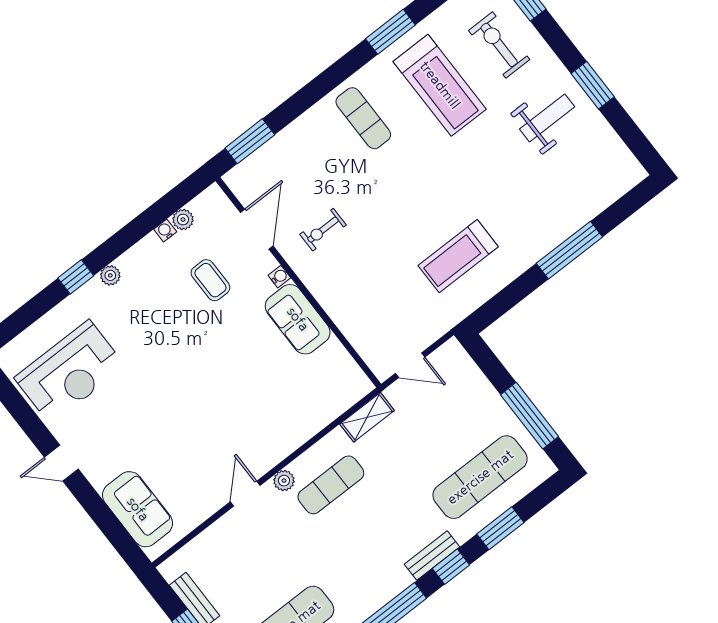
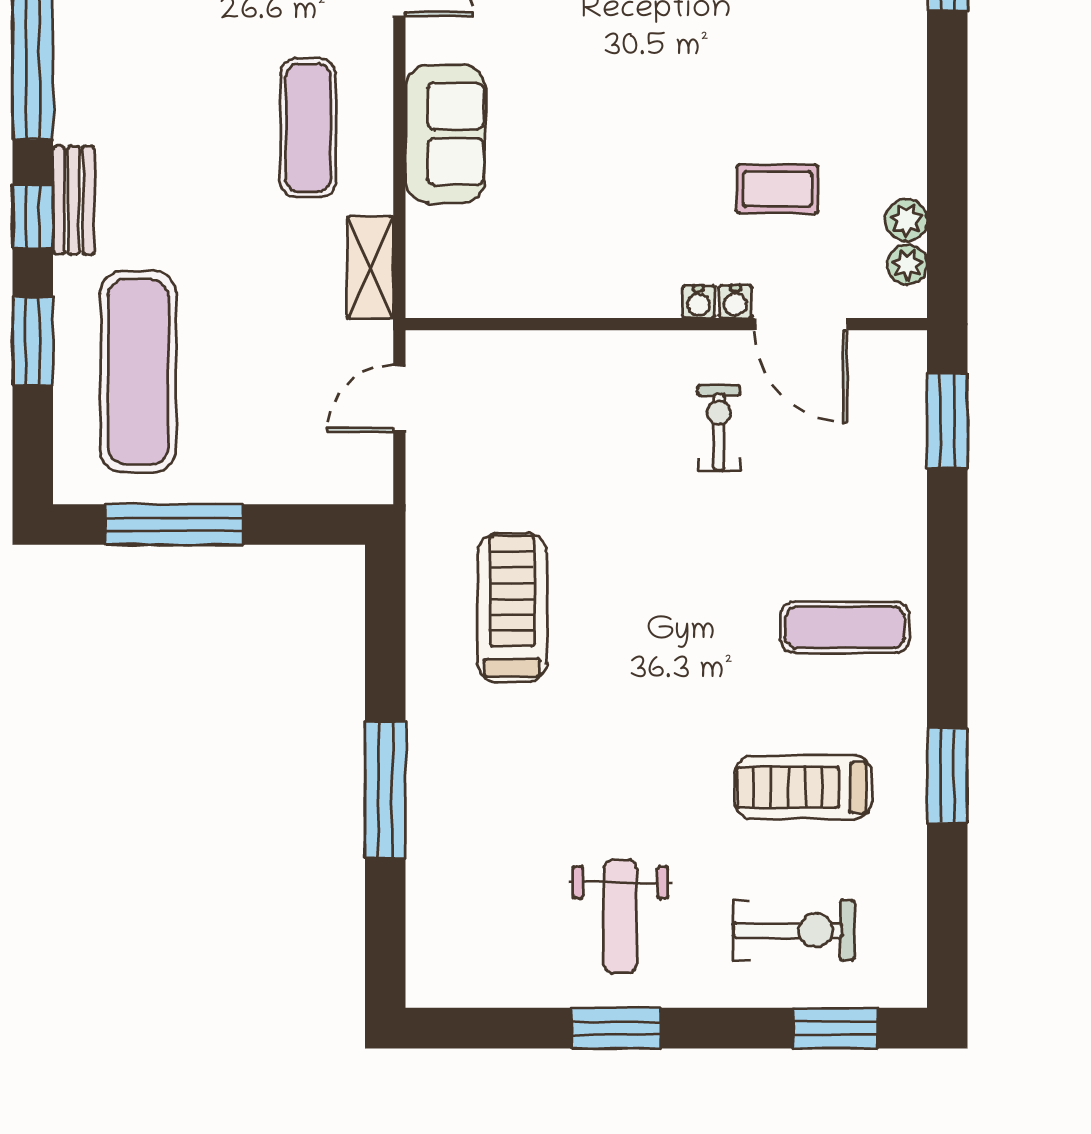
treadmill: (440, 85) -> (803, 787), width x0.73, depth x0.73
water cooler: (165, 230) -> (735, 302), moved, turned 90
plant: (110, 275) -> (907, 265), moved
sofa: (298, 319) -> (445, 134), moved, turned 90
plant: (284, 481) -> (372, 59), removed

